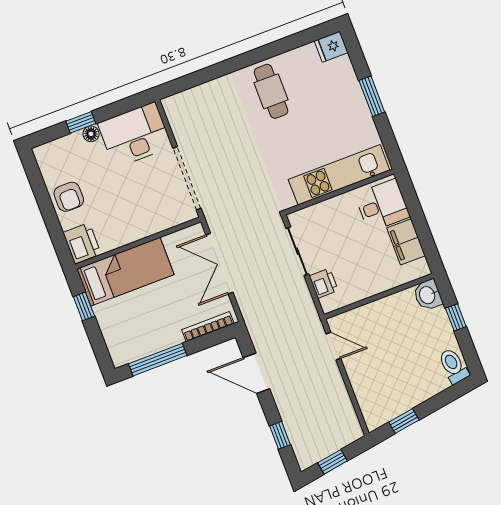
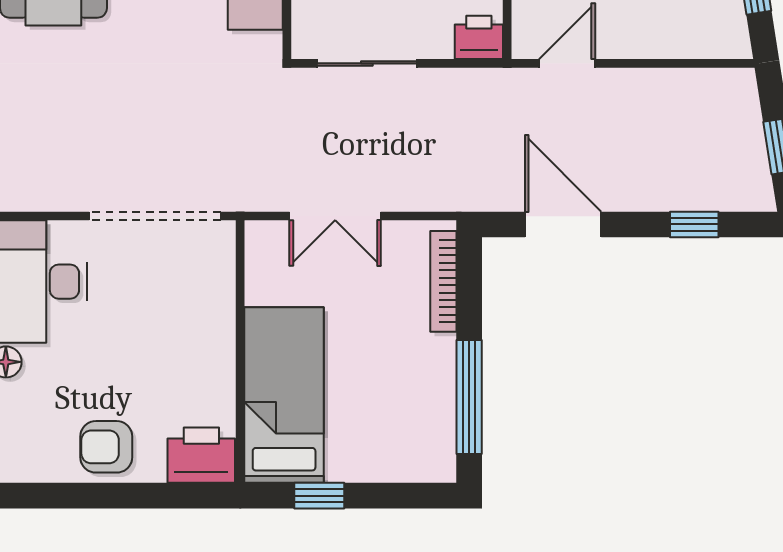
armchair: (69, 197) -> (106, 447), turned 180
double door: (219, 264) -> (335, 216), width x0.73
printer: (324, 283) -> (479, 37), moved
door: (256, 373) -> (563, 224), swing flipped

